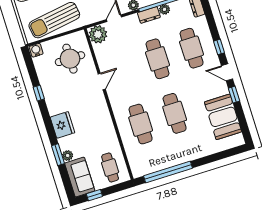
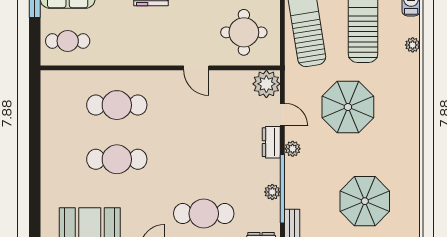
dresser: (149, 15) -> (271, 142), moved
cafe table: (157, 59) -> (204, 159), removed
window: (168, 172) -> (35, 123), removed

